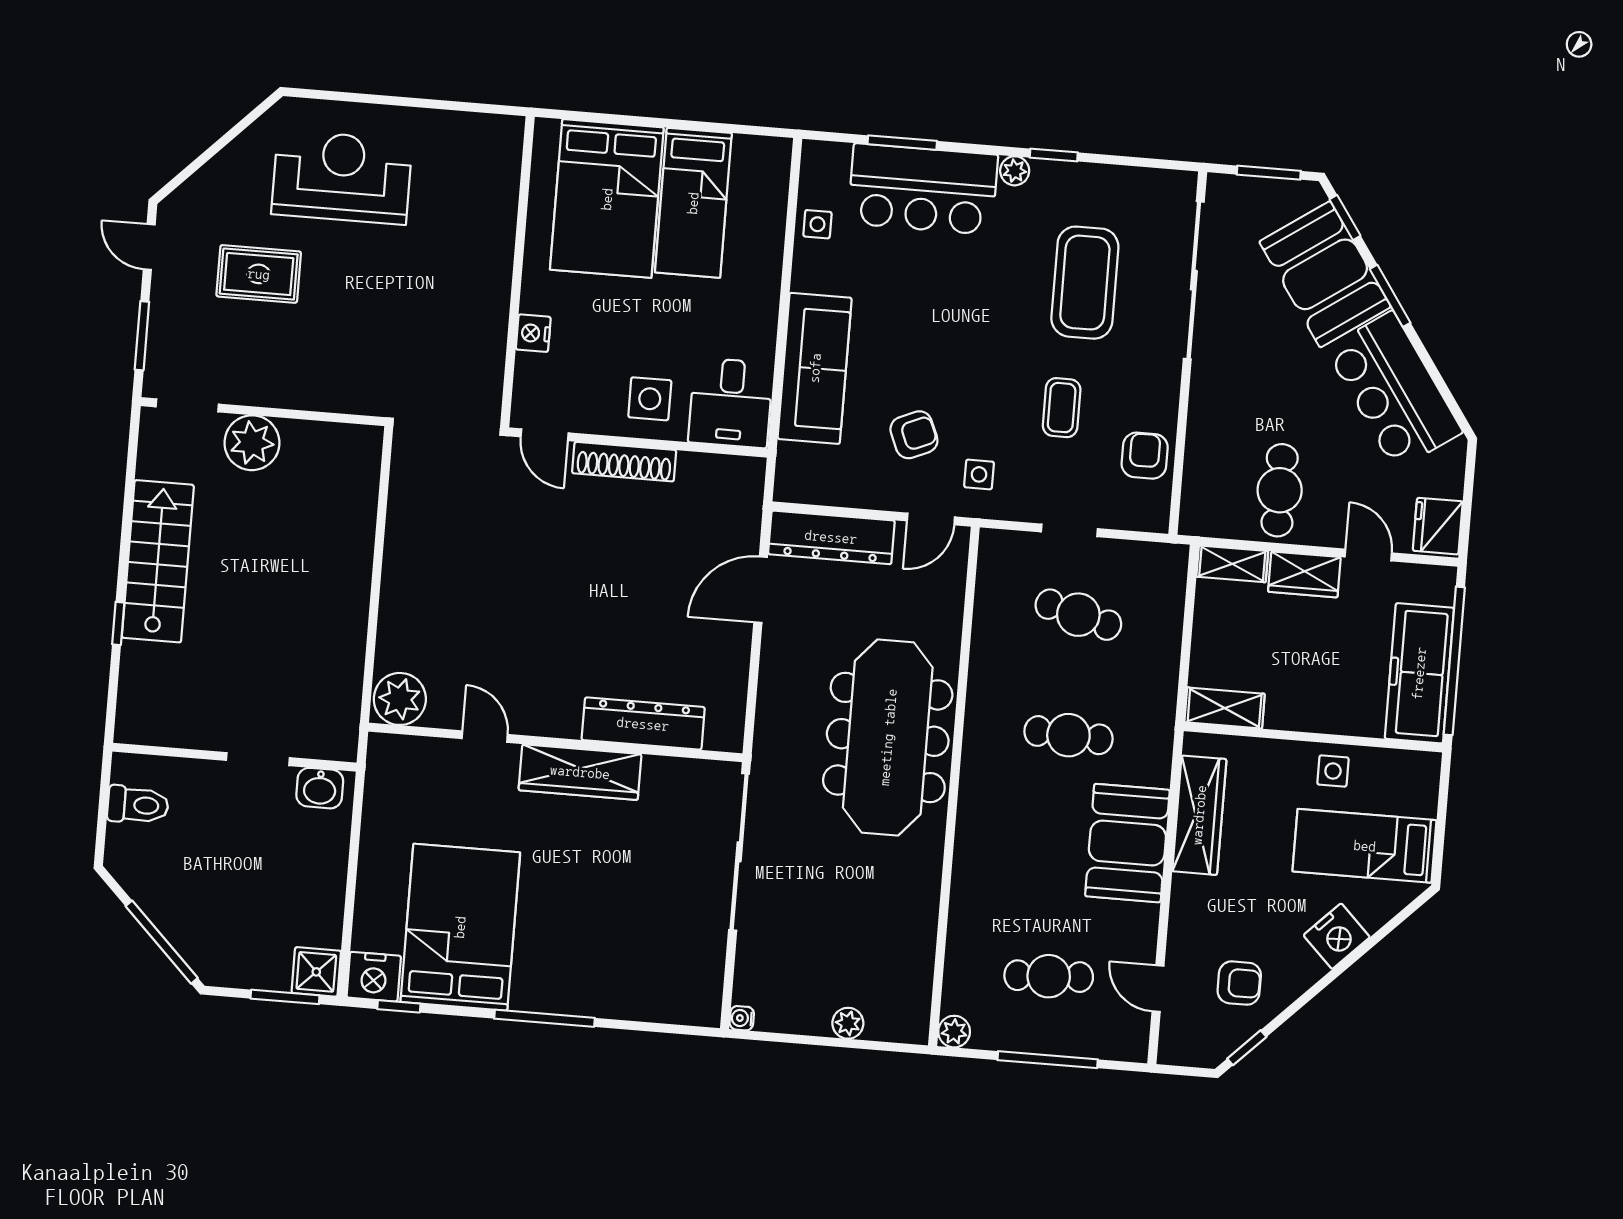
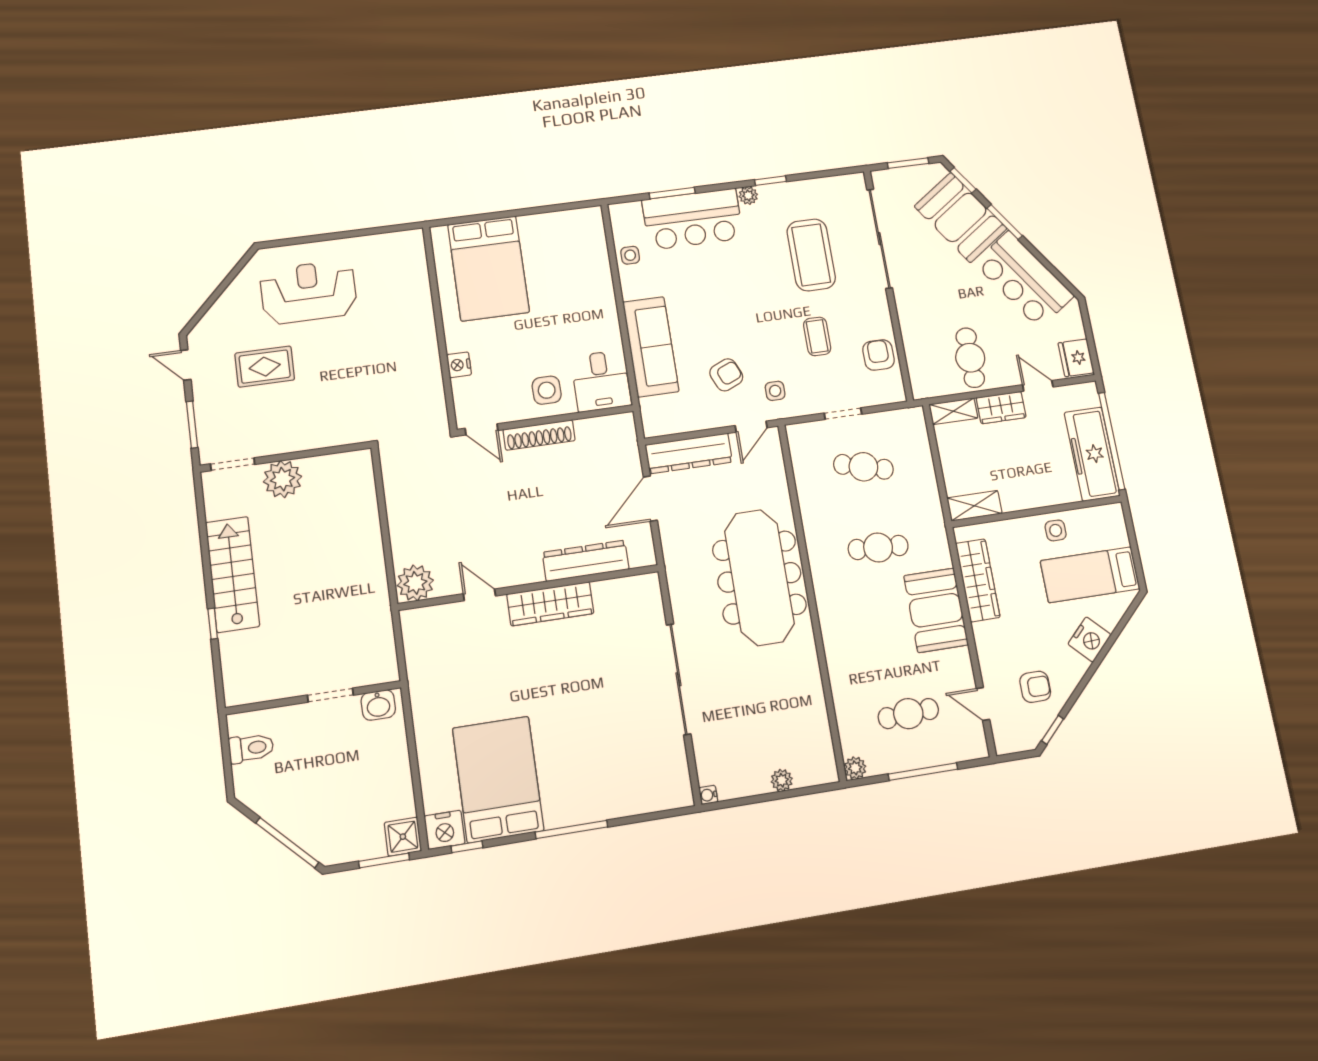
bed: (693, 203) -> (546, 259), removed
plant: (400, 699) -> (415, 583), moved
dresser: (643, 724) -> (586, 561), moved
door: (485, 737) -> (479, 595), moved
wall: (555, 742) -> (529, 587), moved
wardrobe: (580, 772) -> (550, 604), moved

